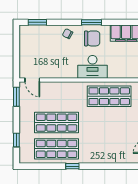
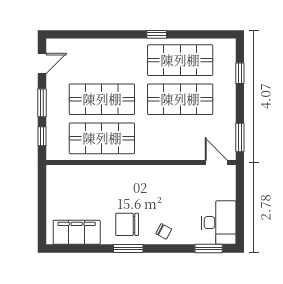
desk: (92, 67) -> (219, 223), moved, turned 90
shop shelf: (109, 123) -> (102, 99), added

